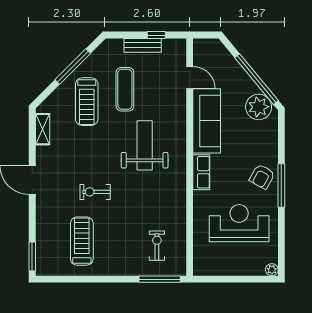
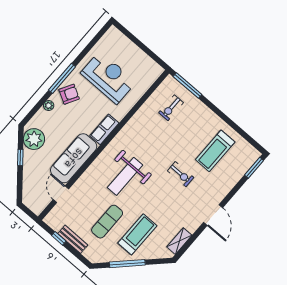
window: (257, 79) -> (20, 157), width x0.32
reception desk: (239, 223) -> (108, 78), turned 180
plant: (272, 270) -> (49, 106), moved

